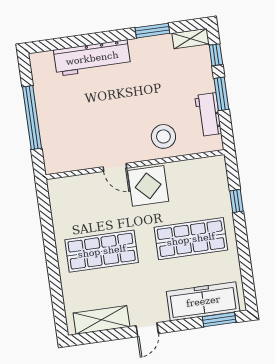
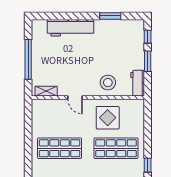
shelving: (190, 39) -> (46, 91), moved
workbench: (208, 114) -> (138, 83), moved
display table: (148, 186) -> (108, 118), moved
window: (236, 201) -> (148, 165), moved

